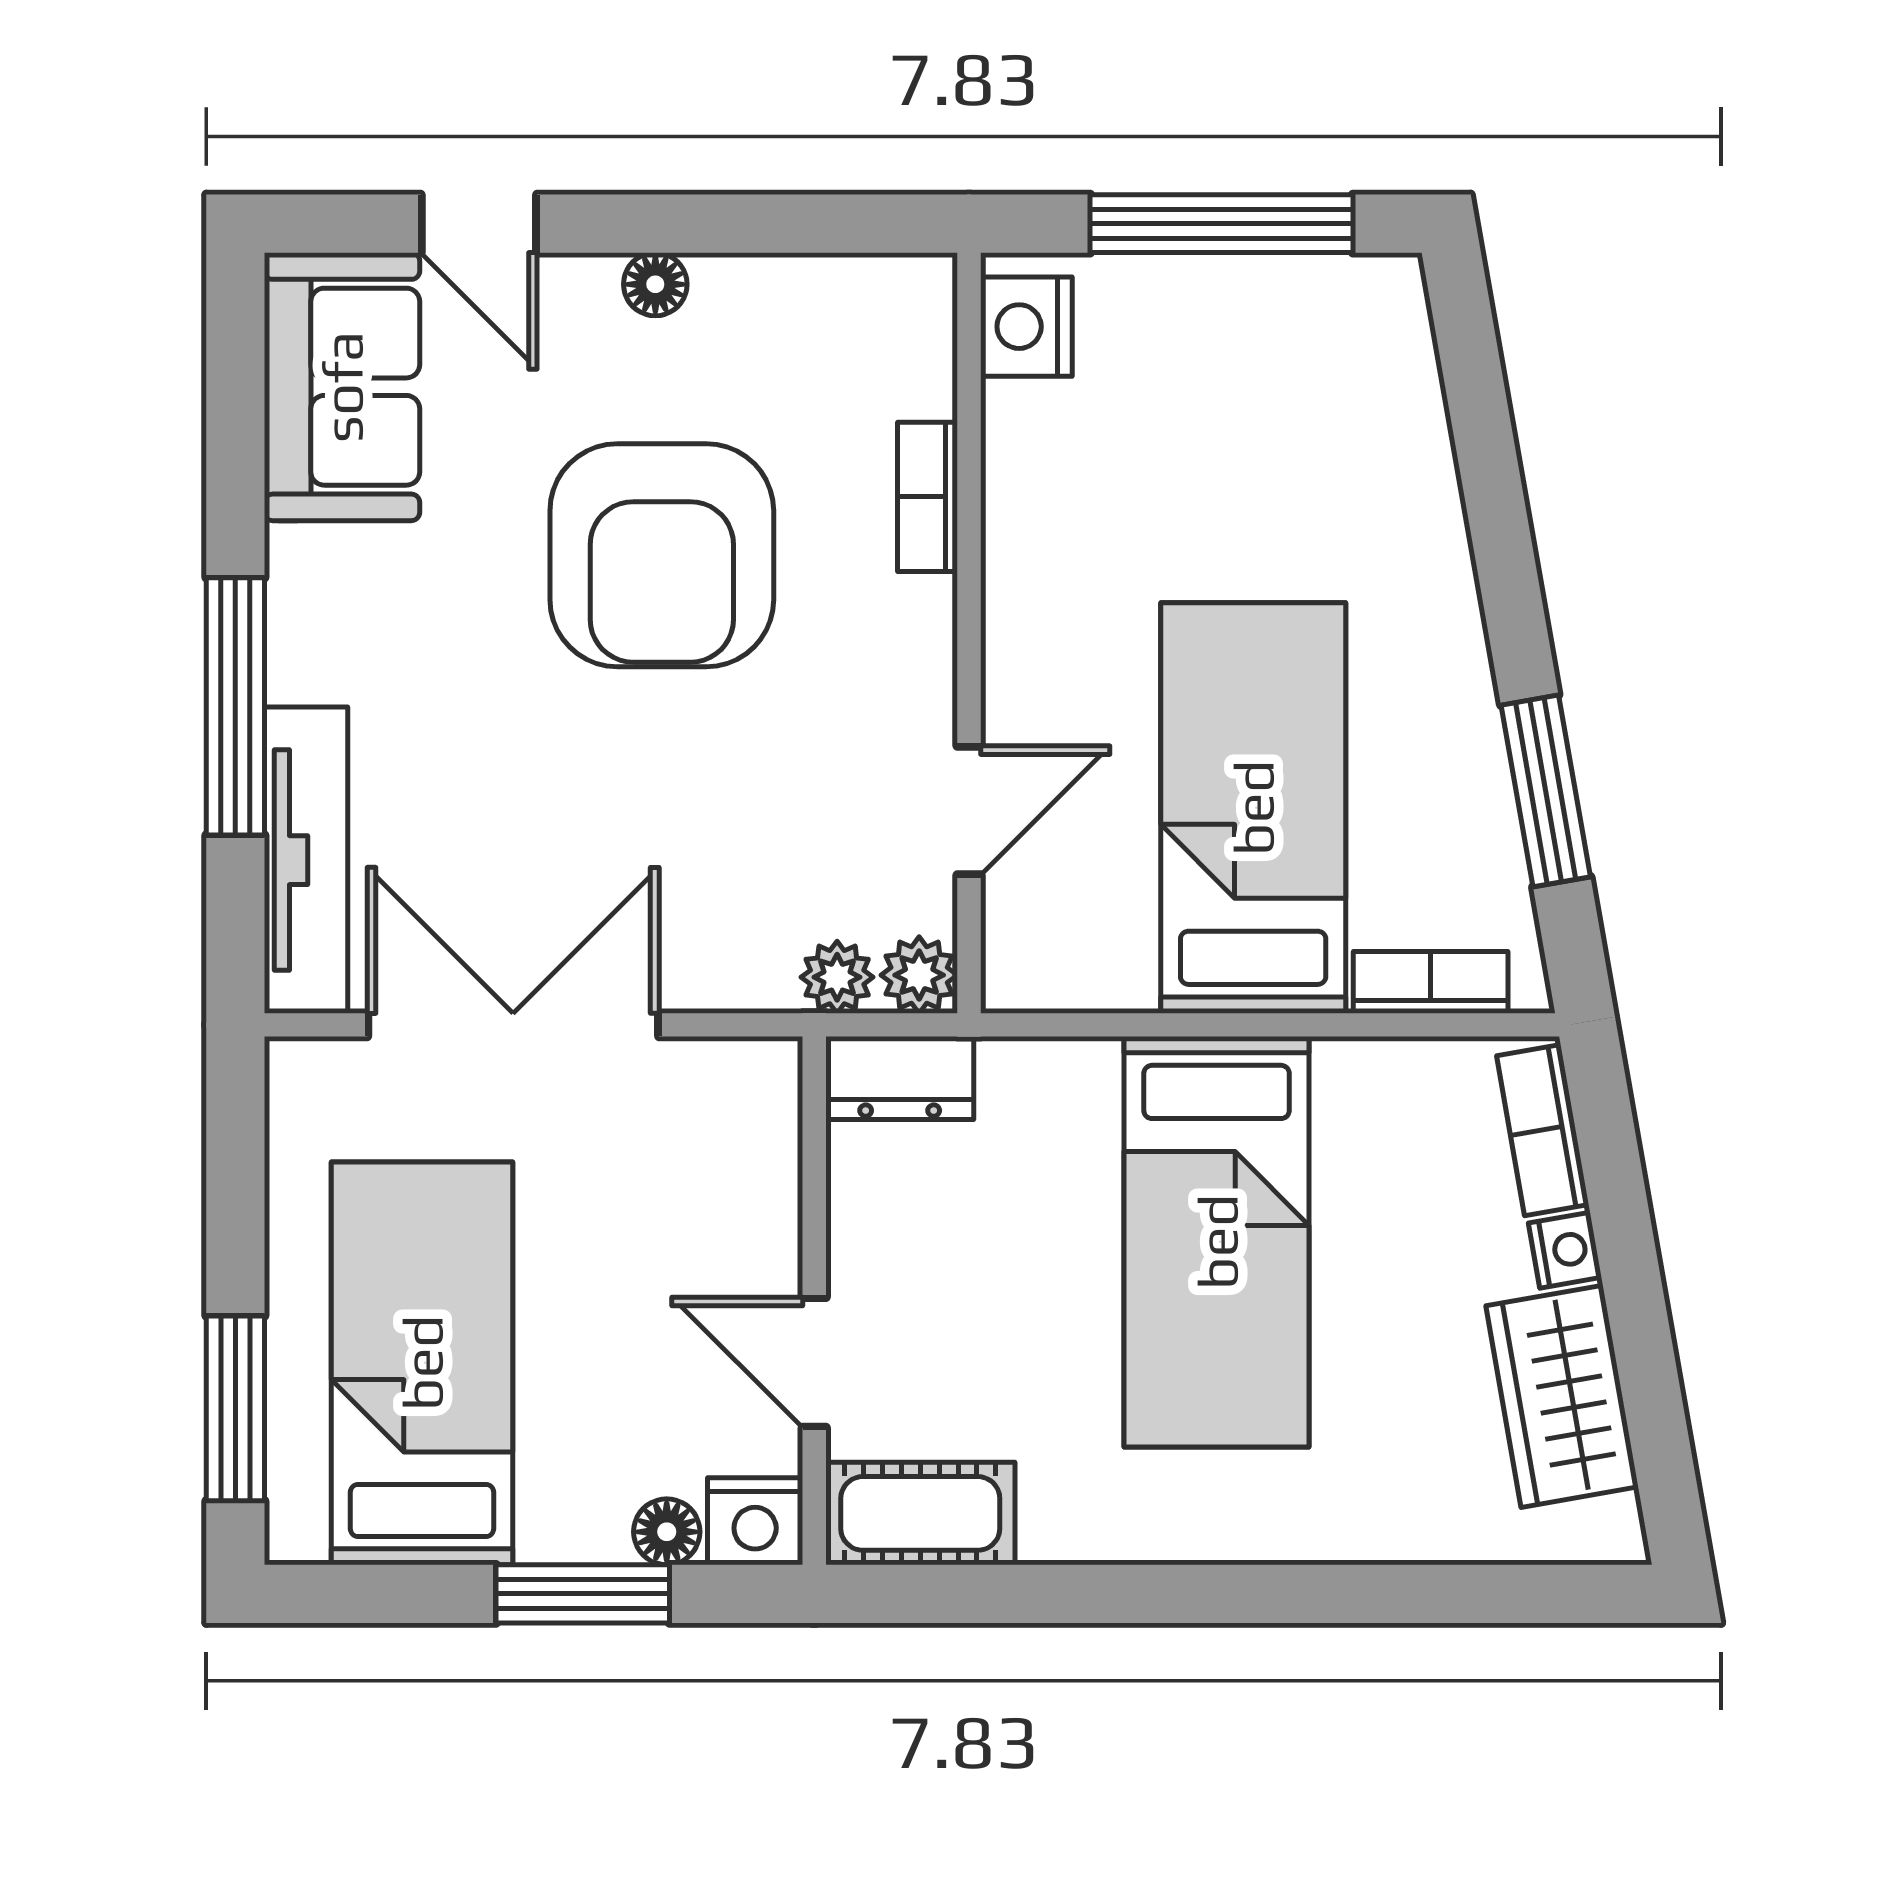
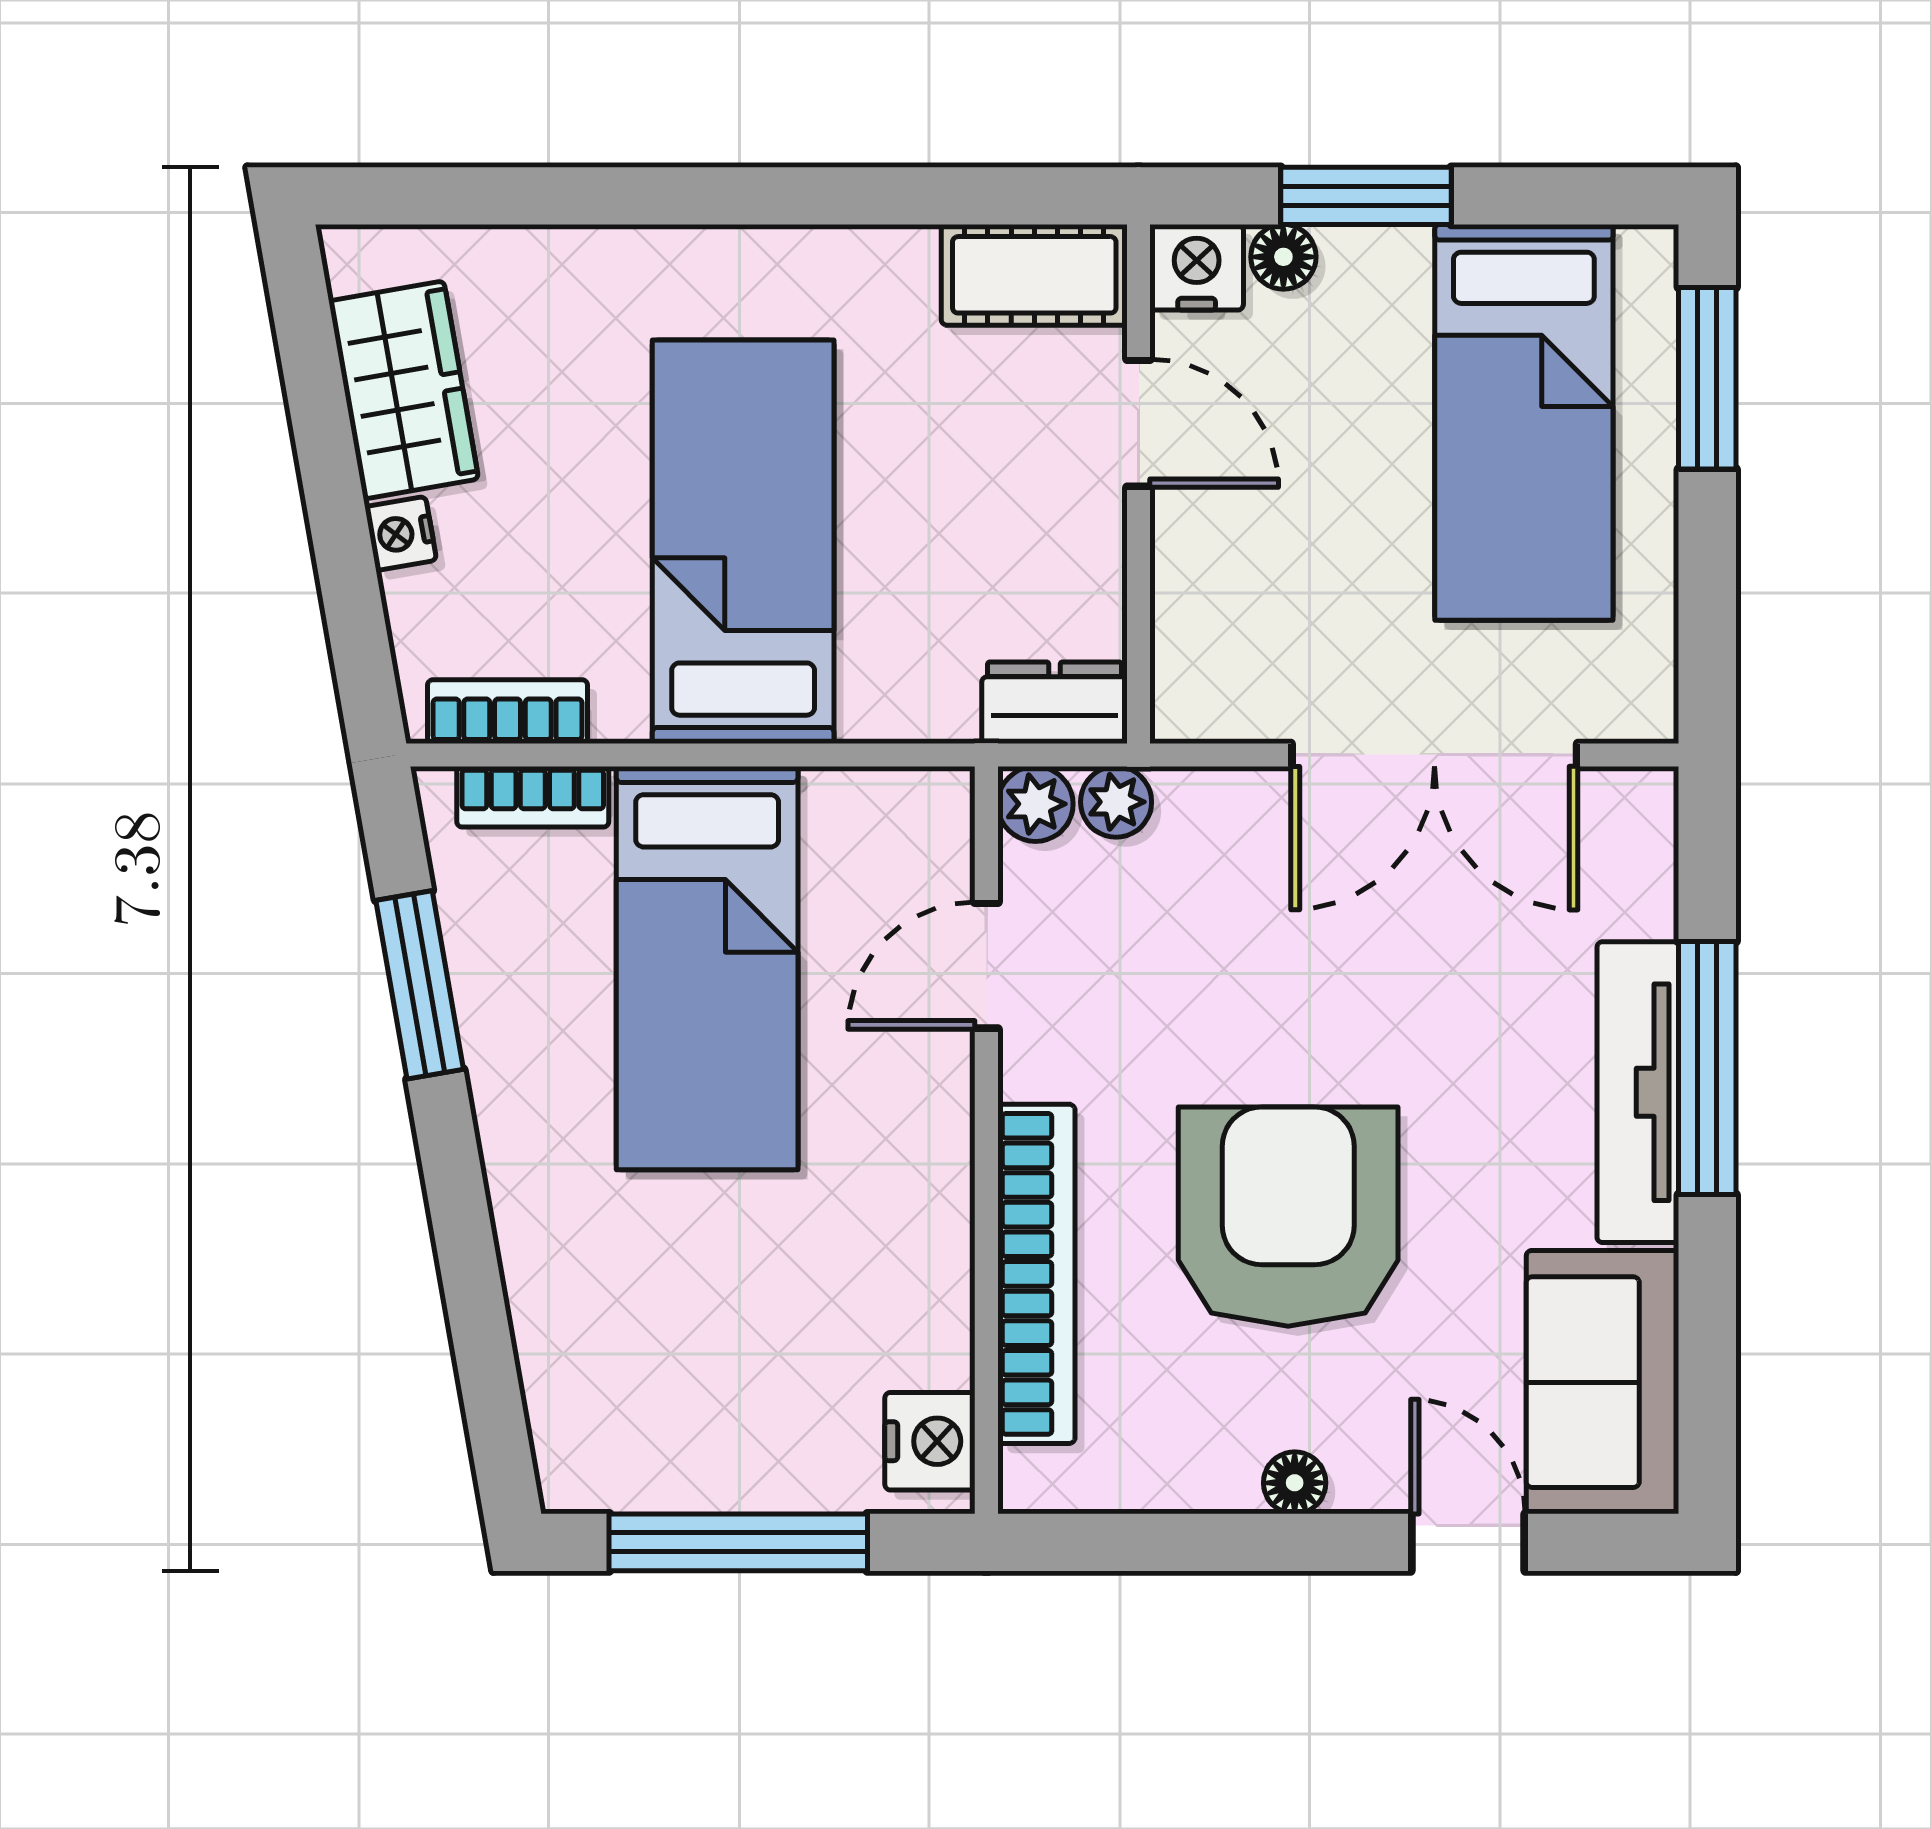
bookcase: (927, 497) -> (1036, 1274), width x2.31, depth x1.31
tv unit: (306, 860) -> (1638, 1092), moved
bookcase: (1543, 1130) -> (508, 712), moved, turned -80

